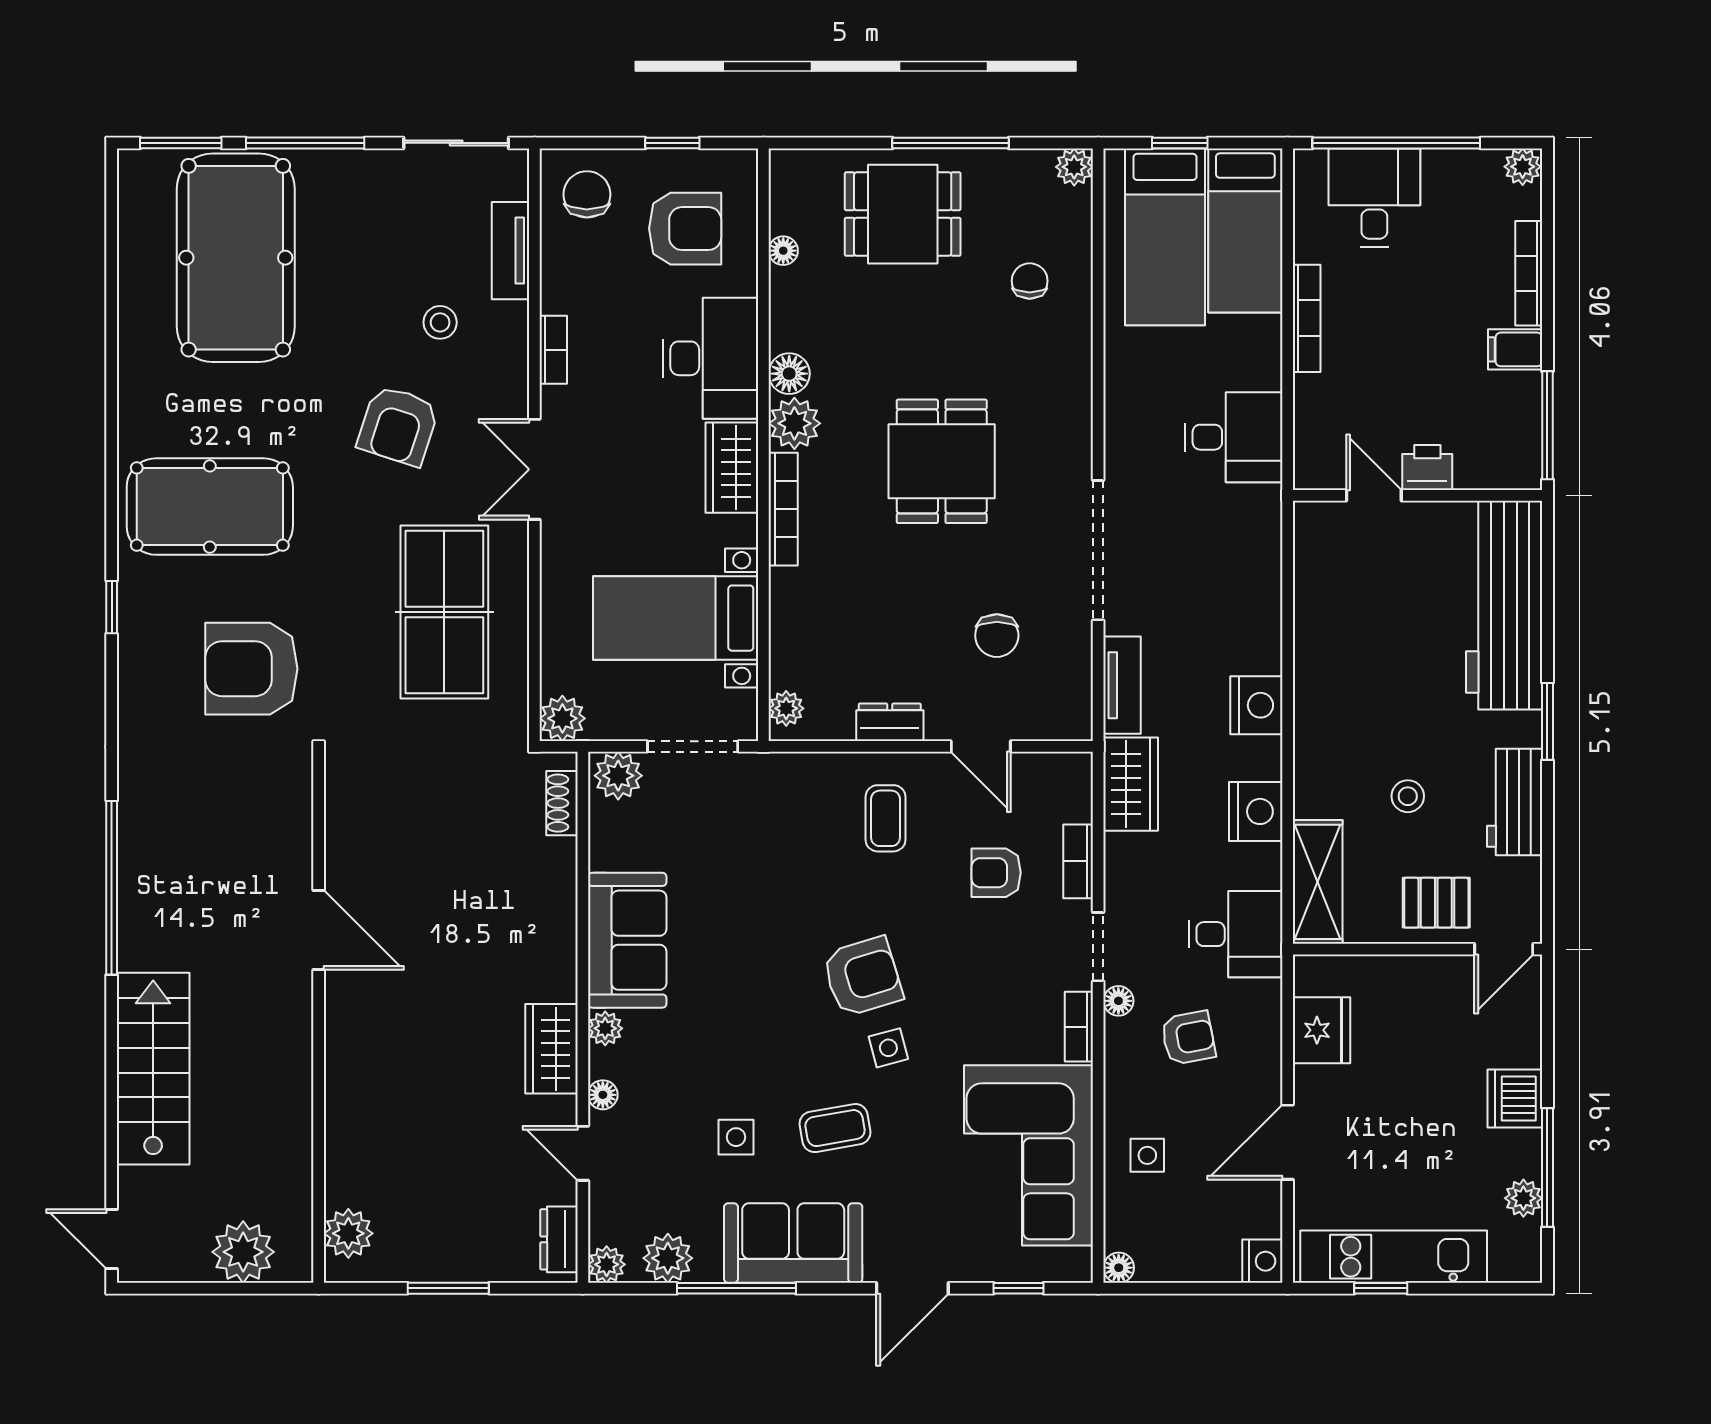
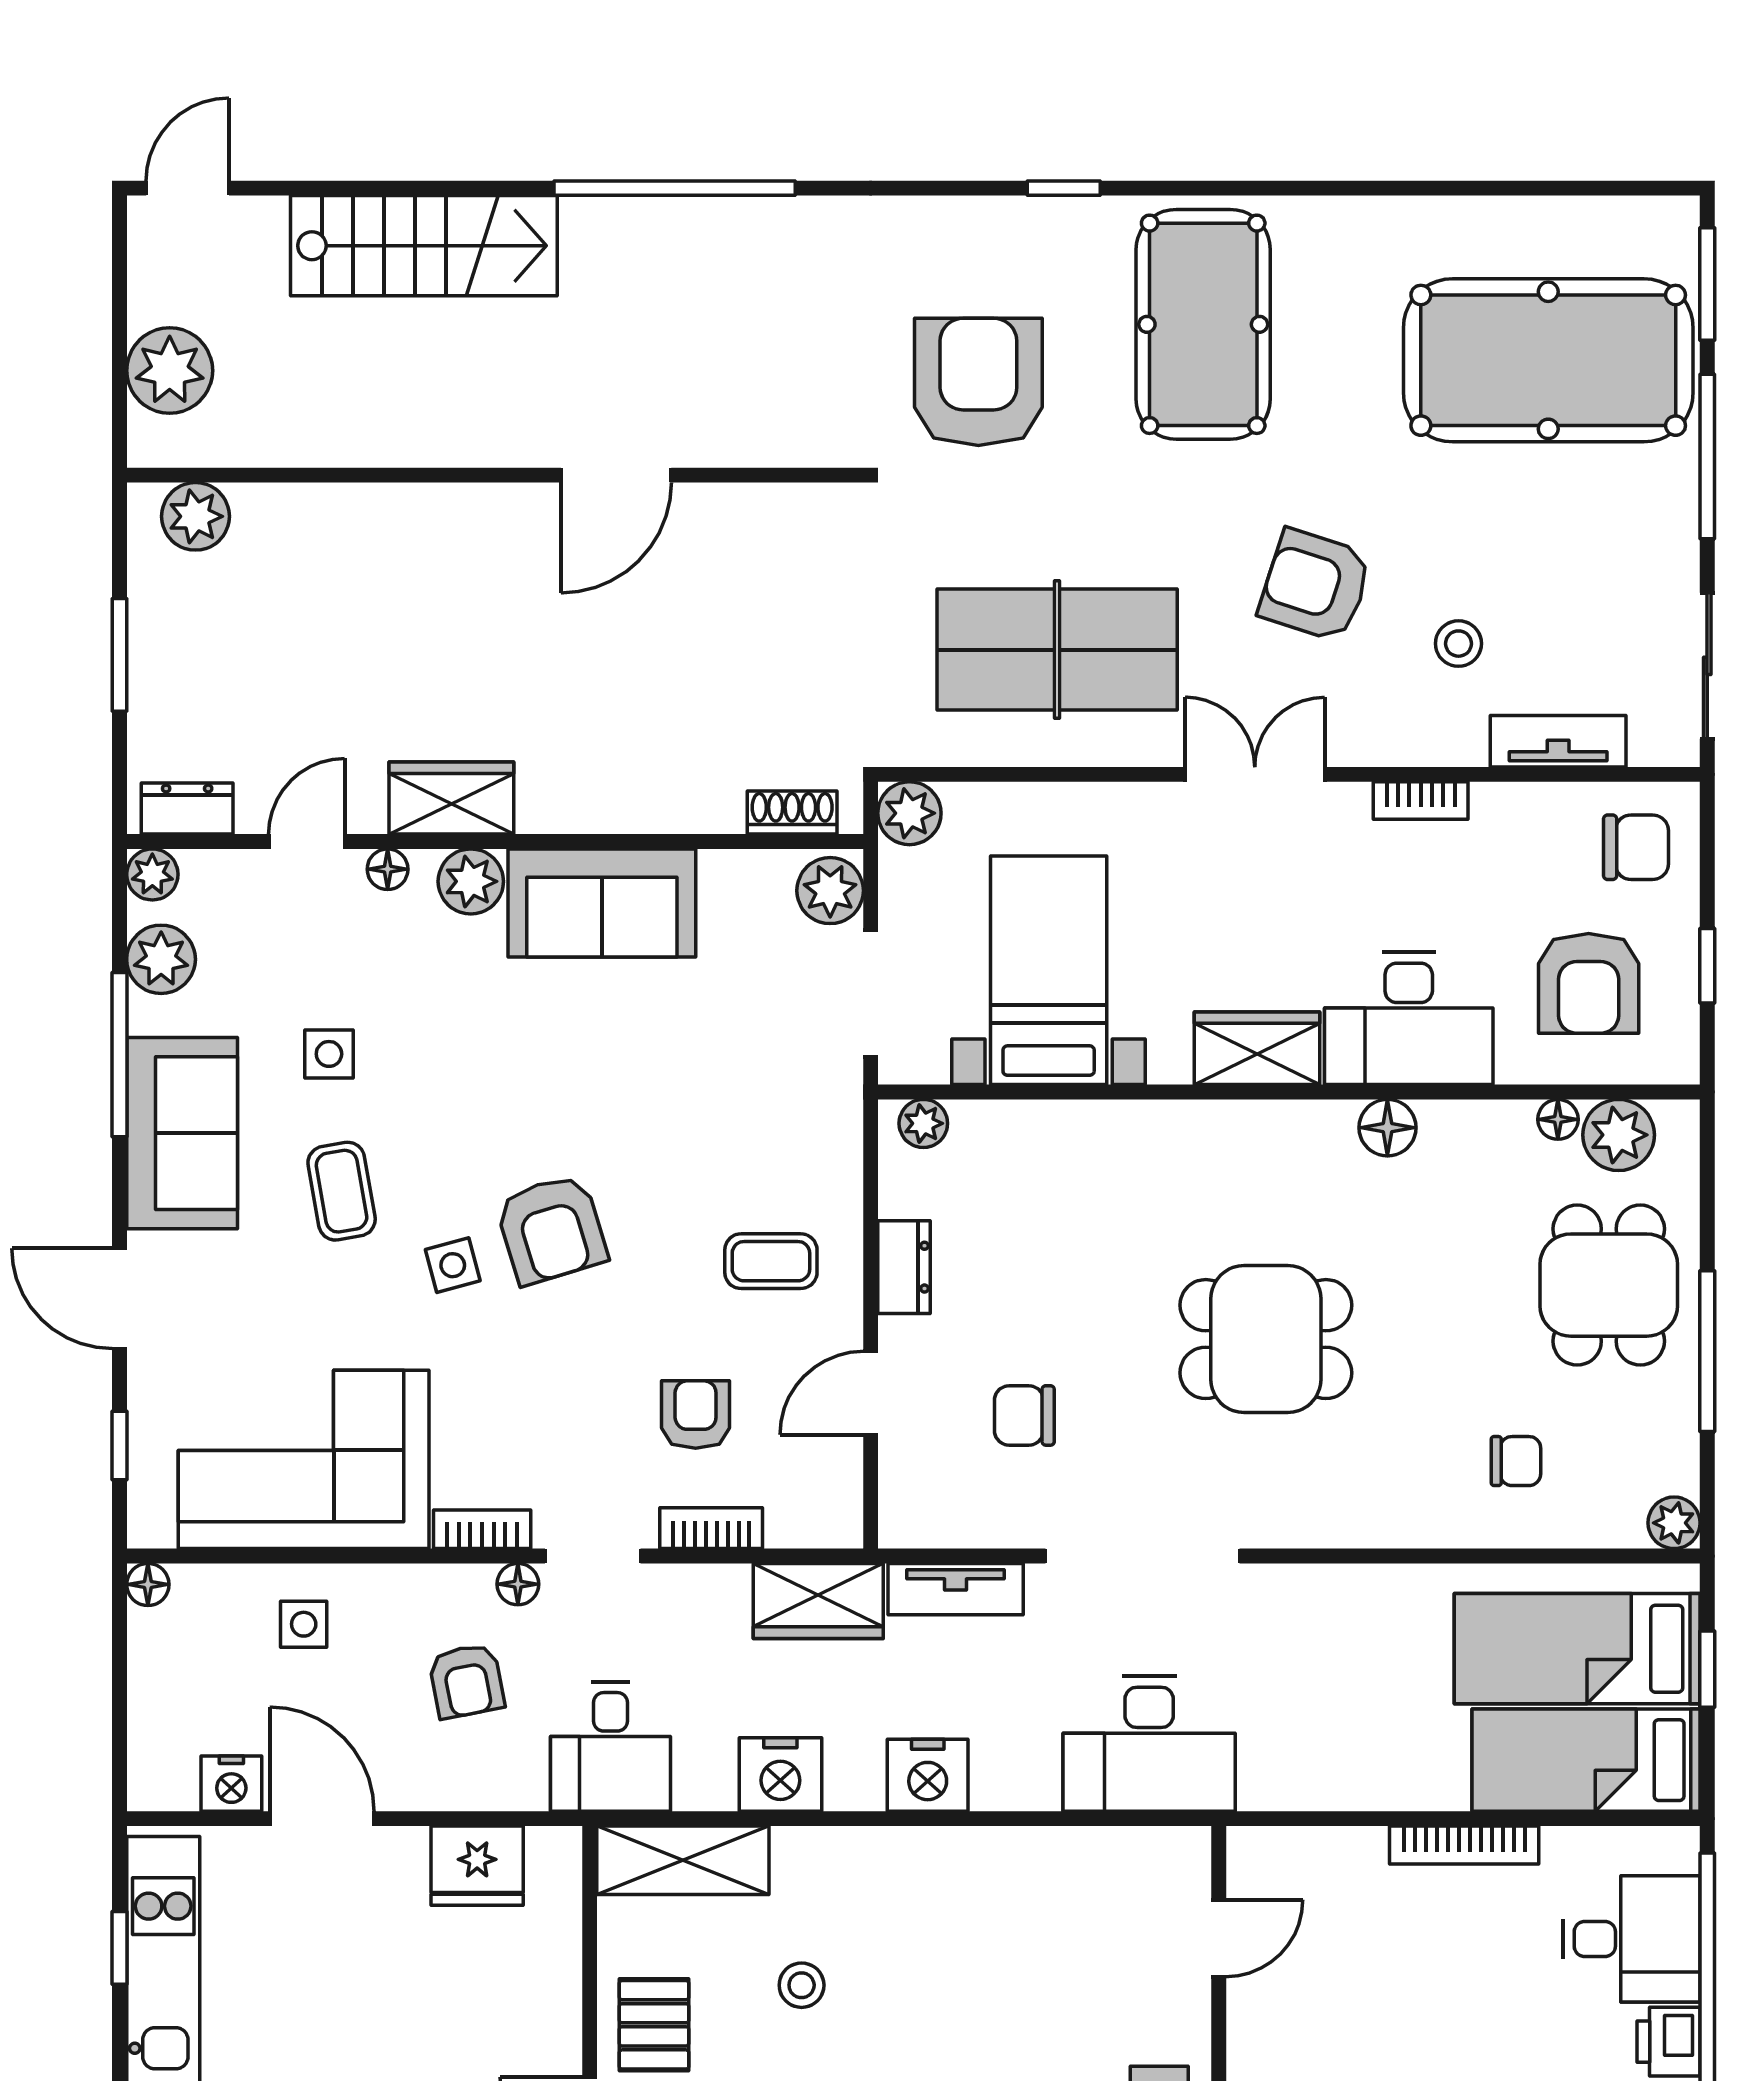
plant: (794, 423) -> (1619, 1135), moved
desk: (1234, 437) -> (1149, 1744), moved, width x1.37
printer: (1427, 467) -> (1669, 2042), moved, turned 180
bookcase: (783, 509) -> (1200, 1119), removed
plant: (605, 1028) -> (471, 881), width x1.38, depth x1.38
nightstand: (1262, 1261) -> (231, 1784), moved

